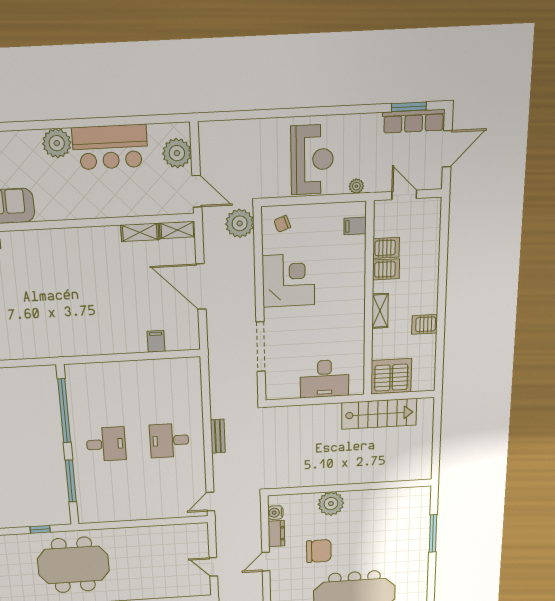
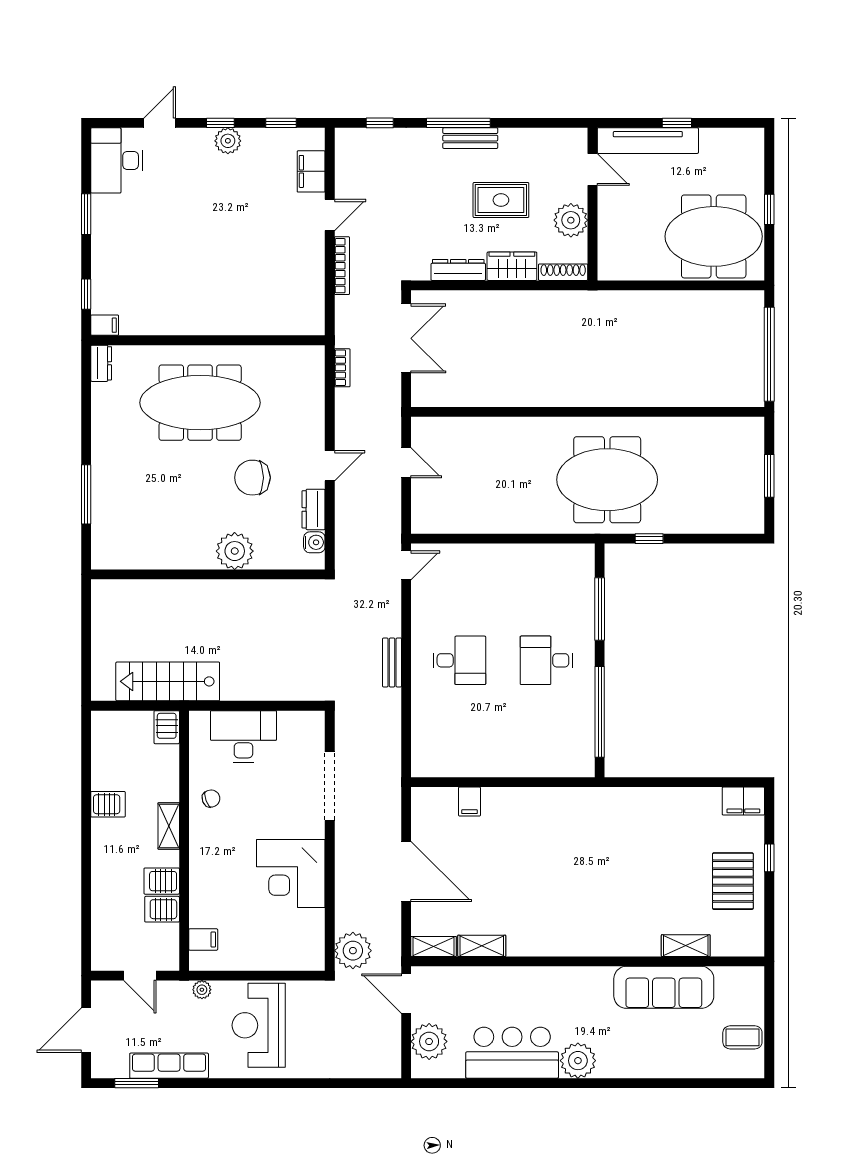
row of seats: (414, 121) -> (169, 1066), moved
chair: (282, 224) -> (211, 799), moved
server rack: (391, 376) -> (167, 727), width x0.46, depth x0.70

